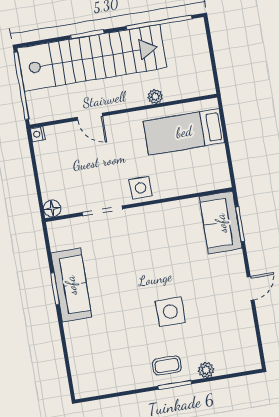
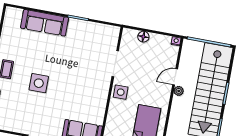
plant: (155, 96) -> (179, 91), moved
floor lamp: (52, 208) -> (143, 37), moved
sofa: (71, 285) -> (45, 23), moved

